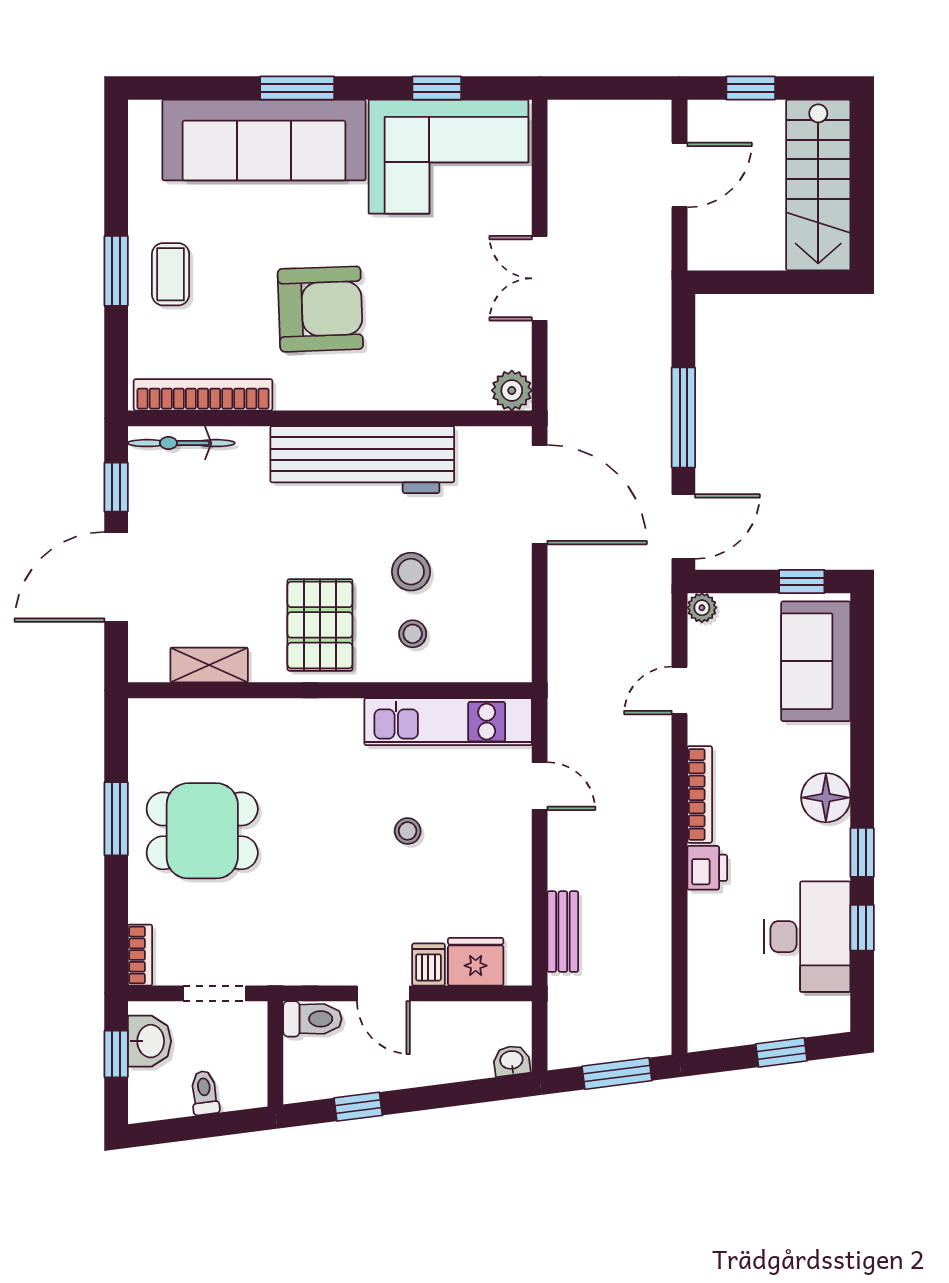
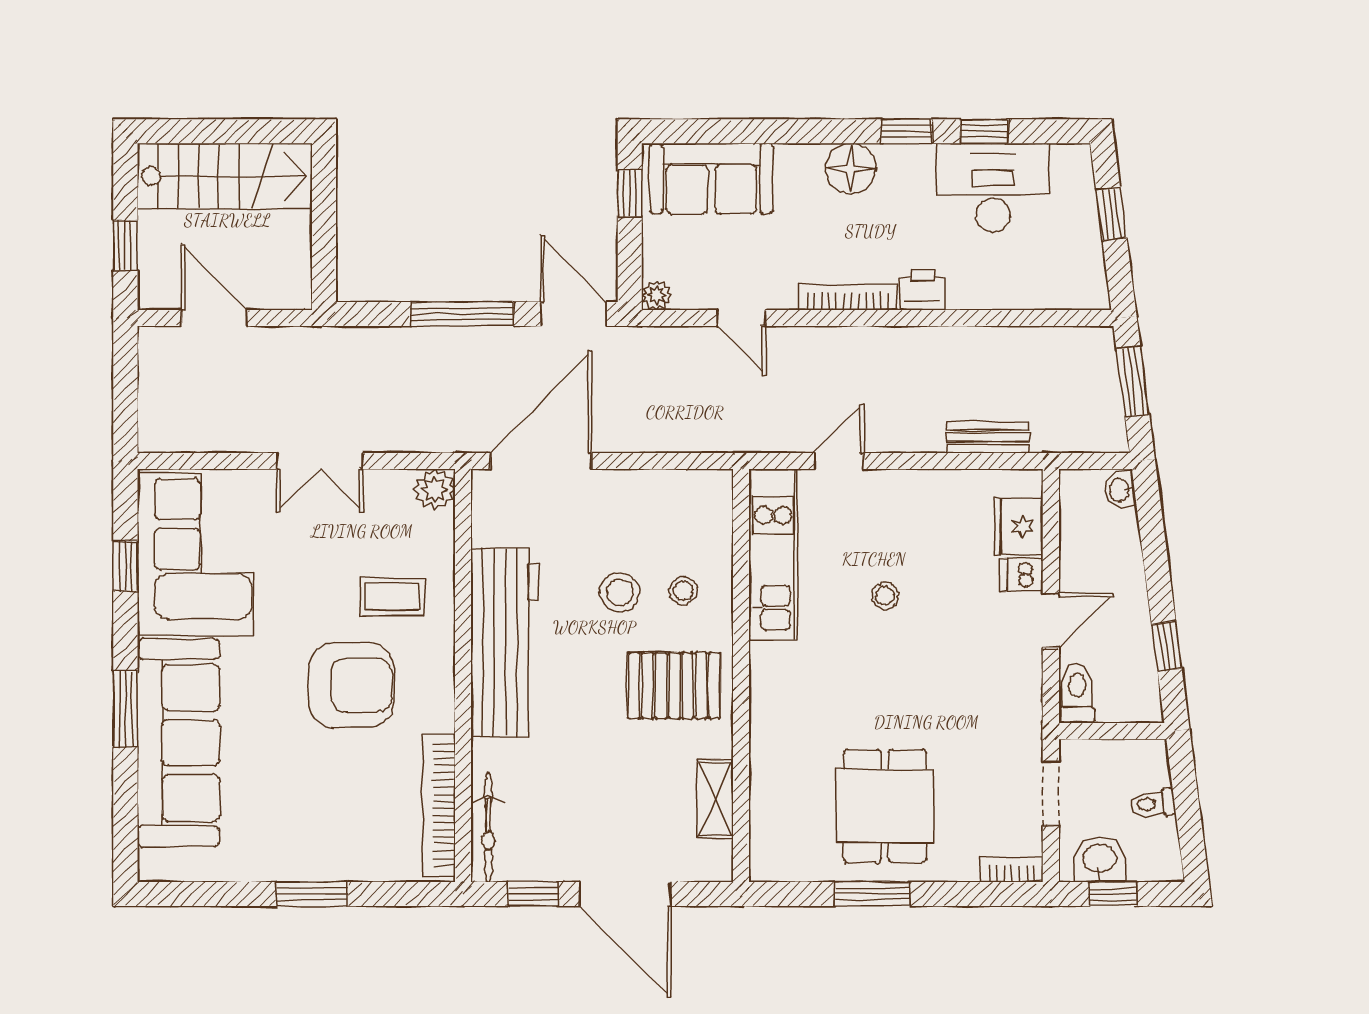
coffee table: (171, 274) -> (392, 597), moved
armchair: (320, 309) -> (351, 685), turned 92

